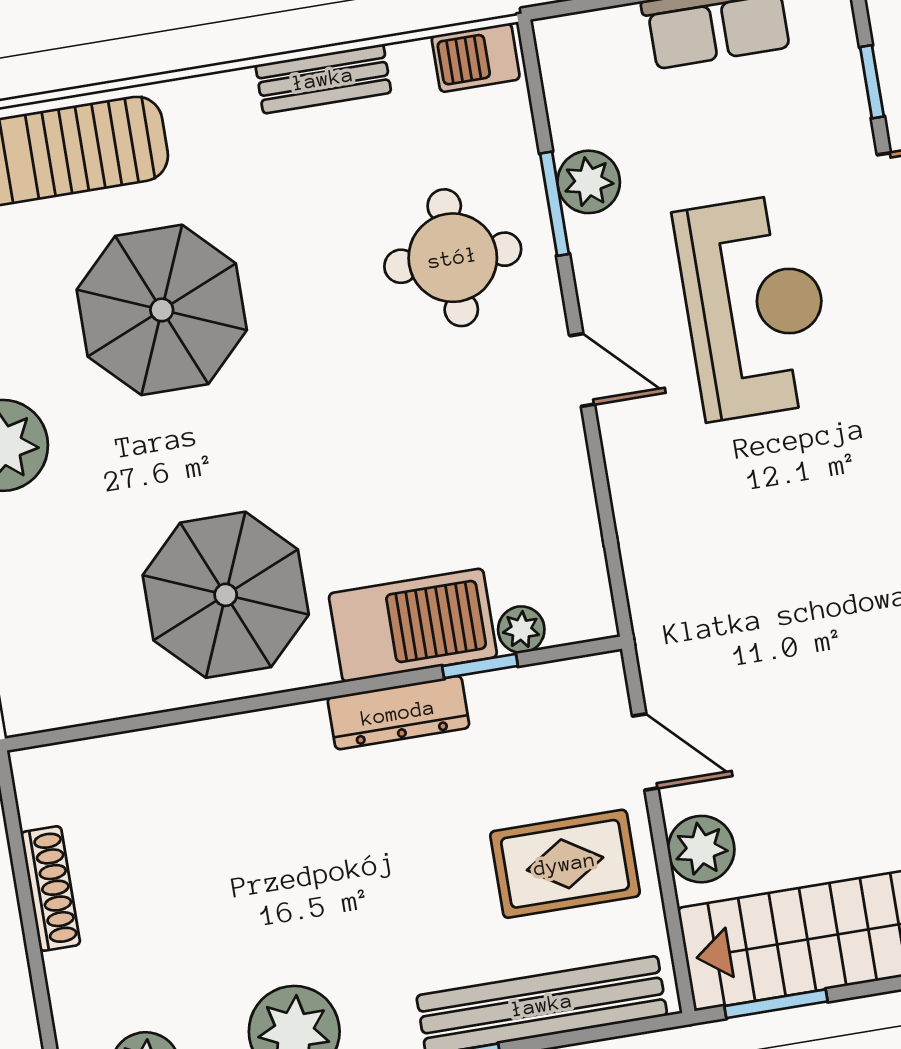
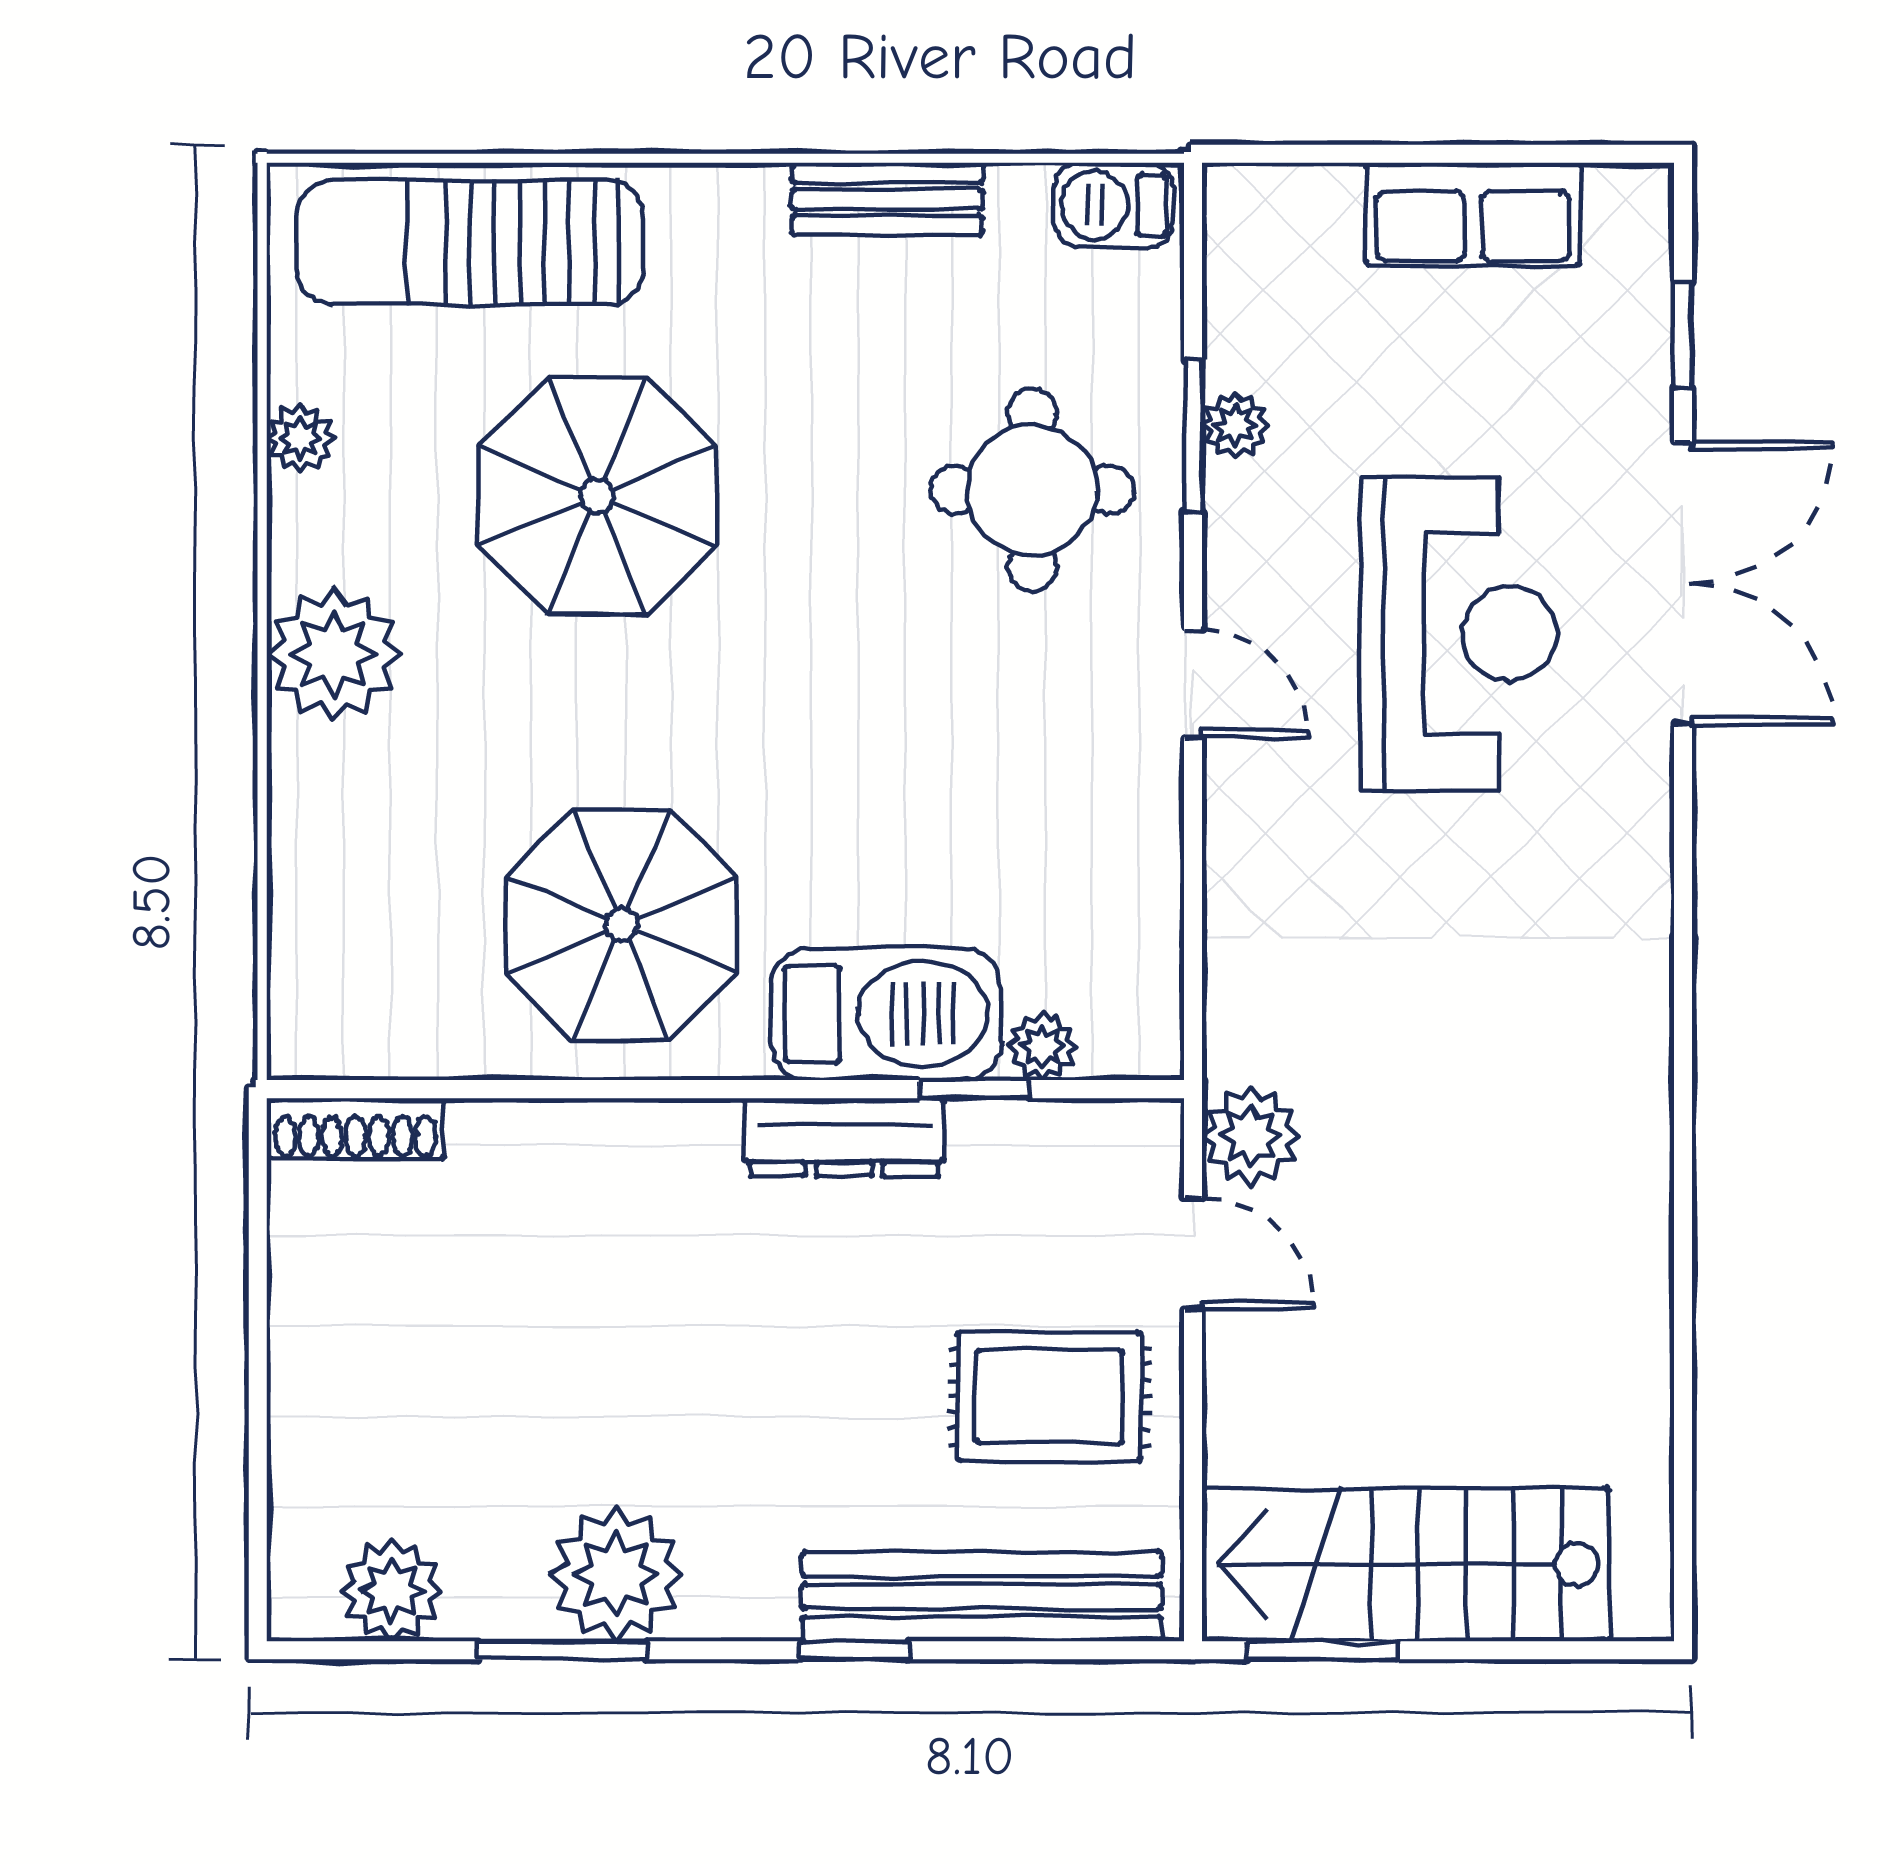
plant: (589, 182) -> (1235, 425), width x0.73, depth x0.73
plant: (701, 849) -> (1251, 1136), moved
shoe rack: (50, 889) -> (356, 1128), moved, turned 90

